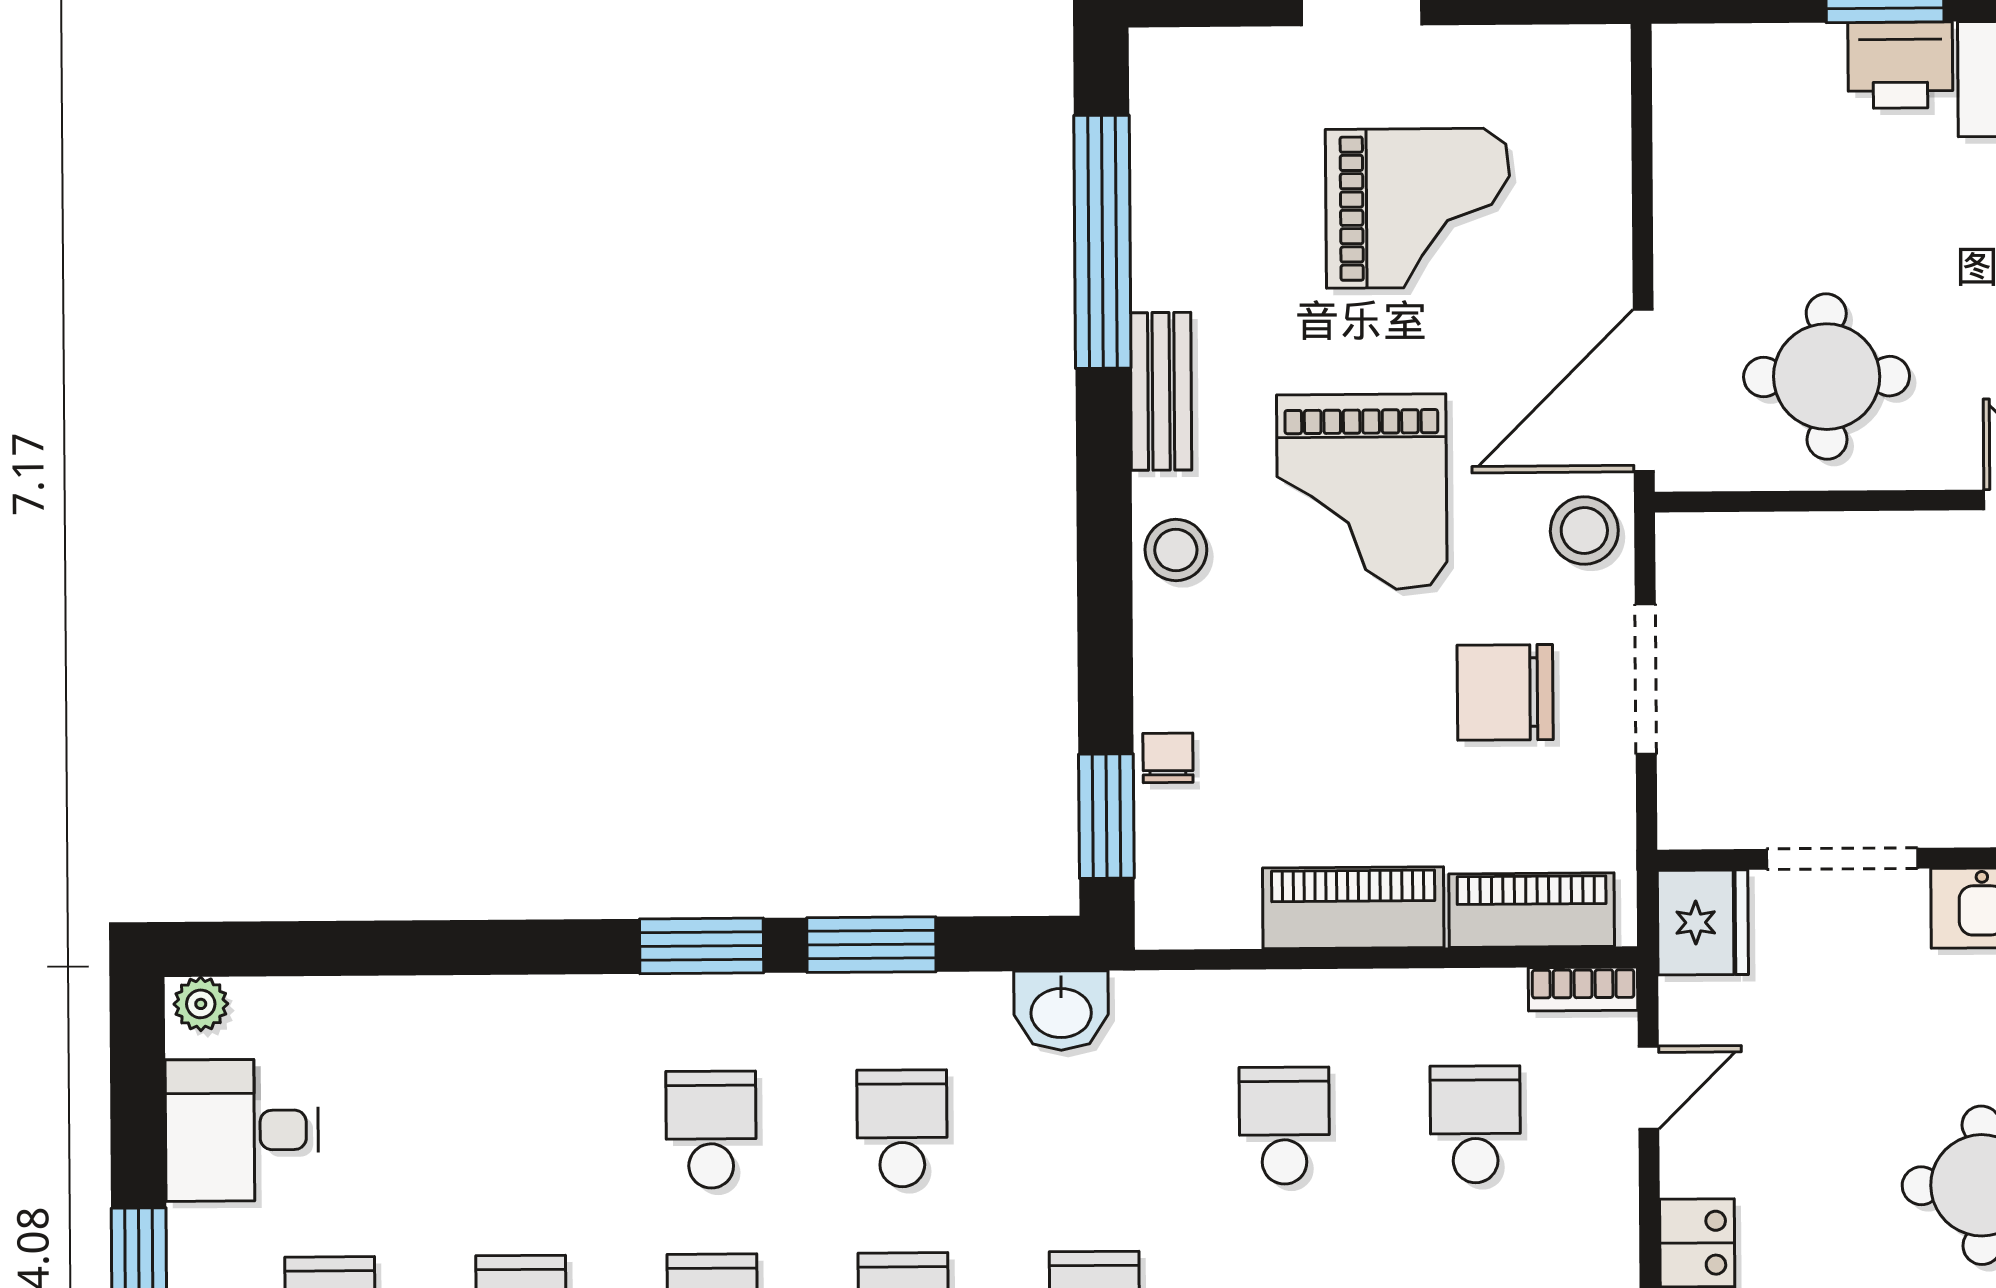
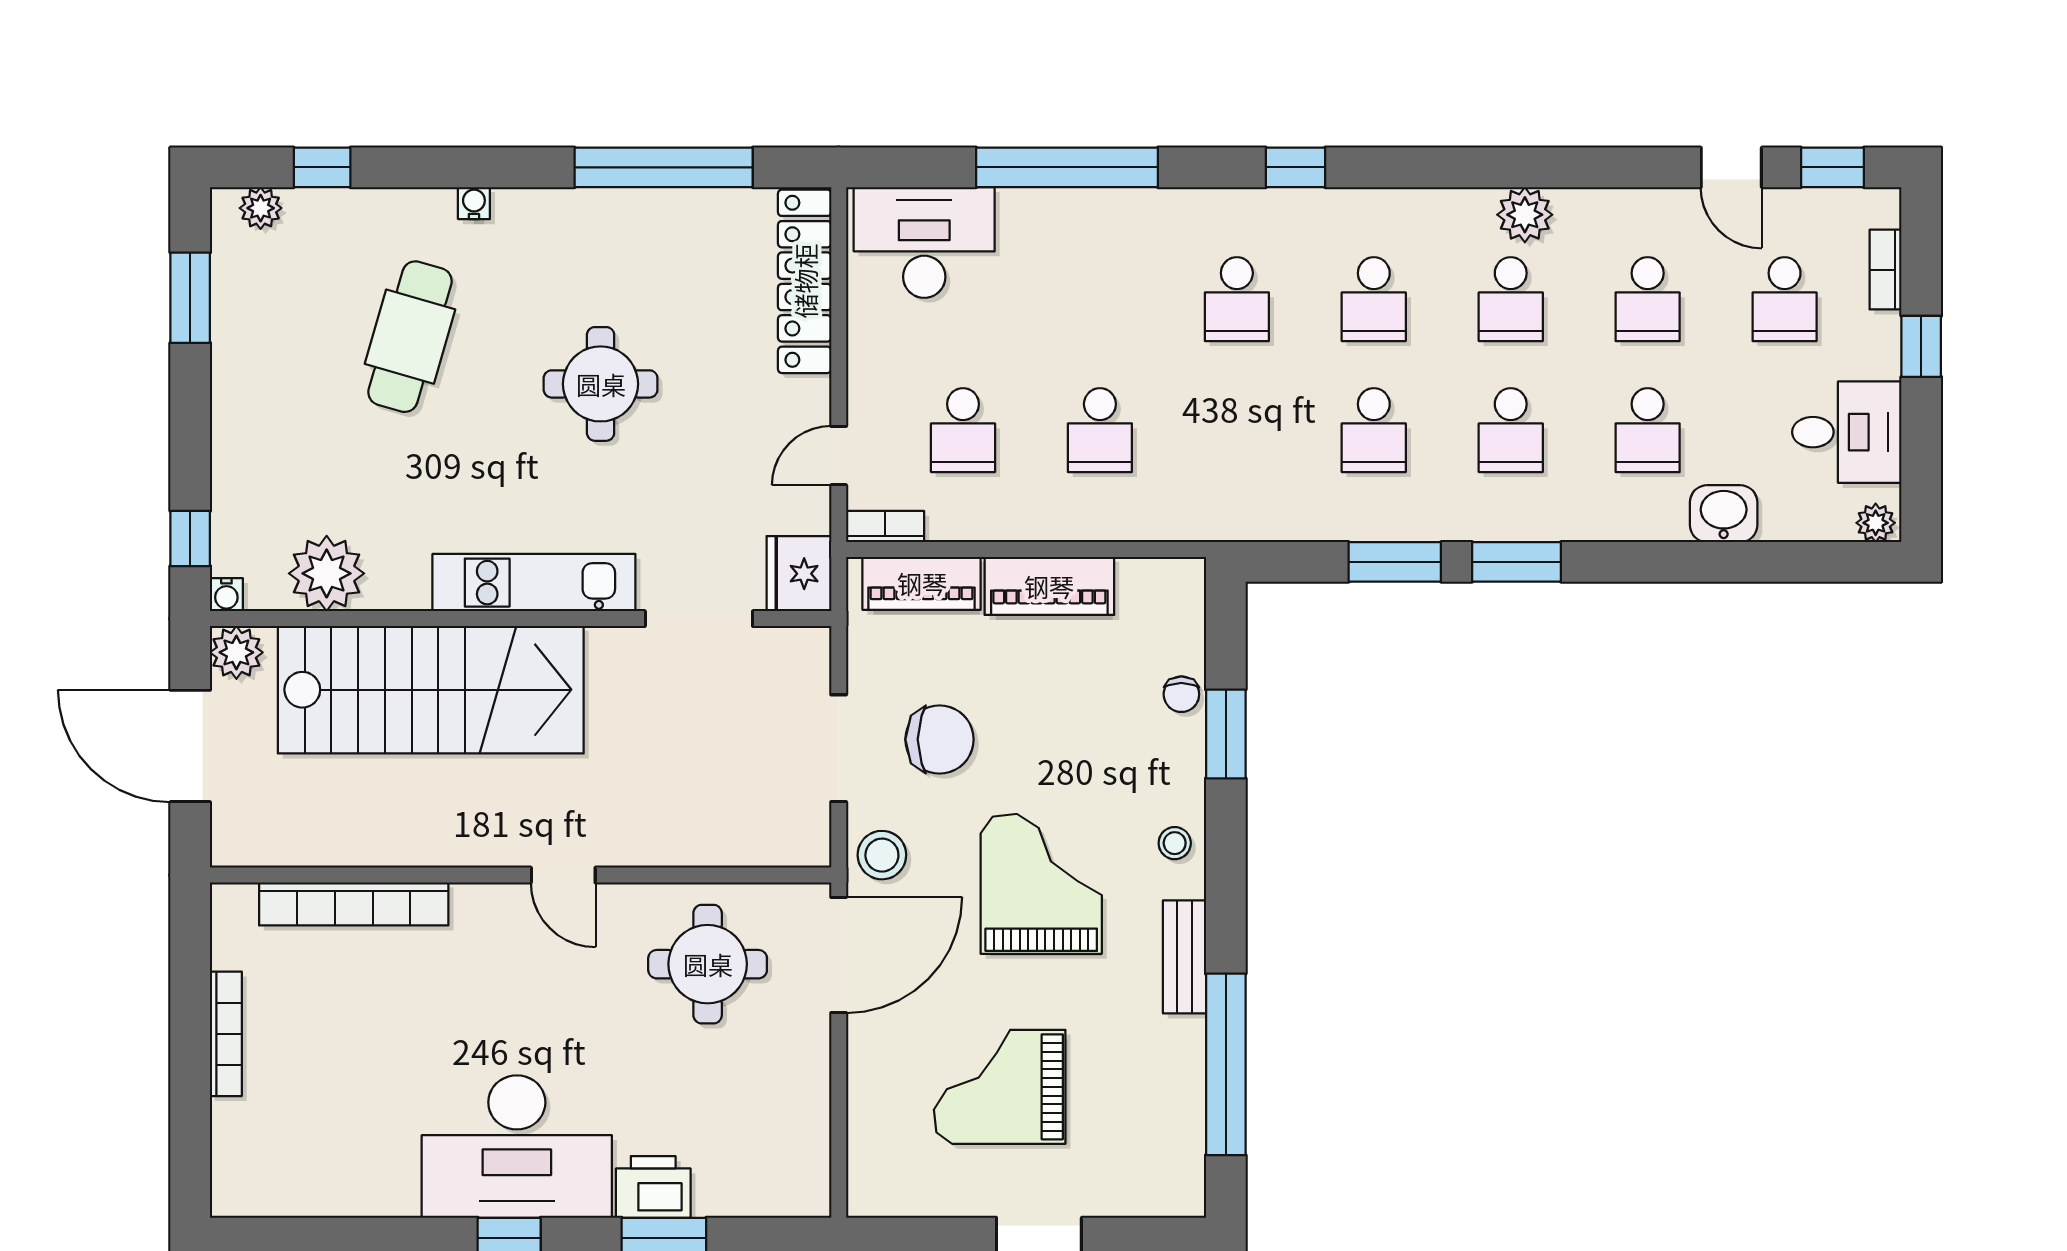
stool: (1176, 550) -> (1175, 843), width x0.73, depth x0.73
window: (1106, 816) -> (1226, 734), moved
washbasin: (1061, 1011) -> (1724, 514), moved
school desk: (520, 1131) -> (1648, 430), added

